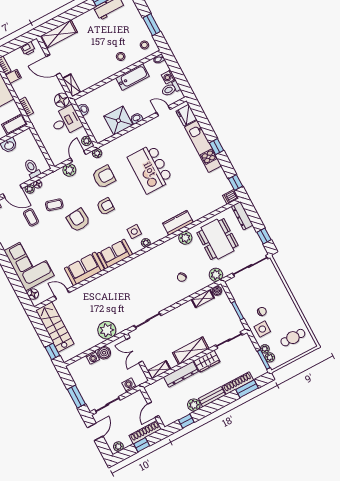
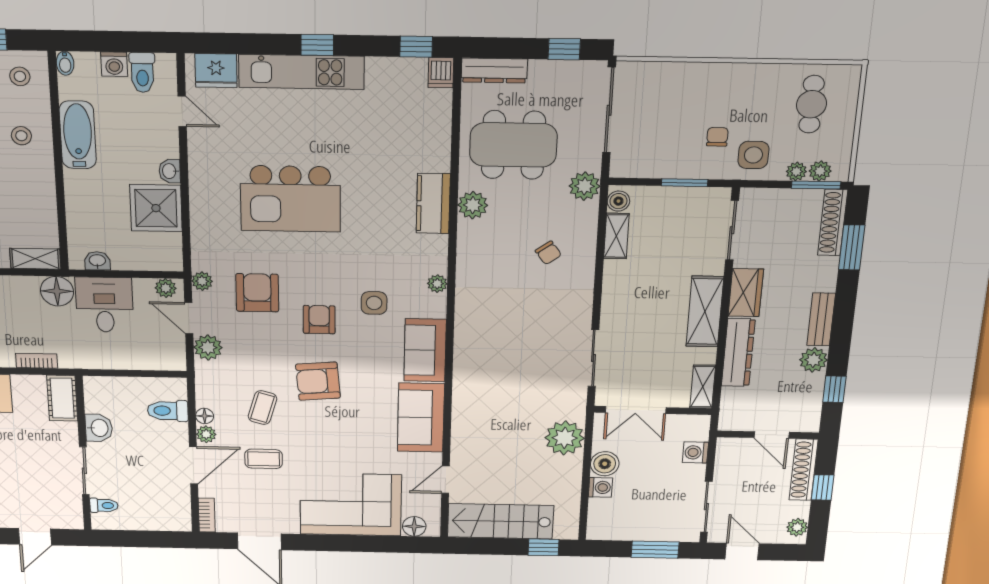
door: (163, 111) -> (182, 111), swing flipped
side table: (134, 232) -> (374, 303), moved
shoe rack: (238, 383) -> (833, 223), moved

